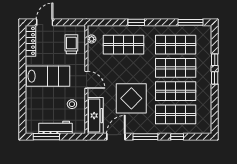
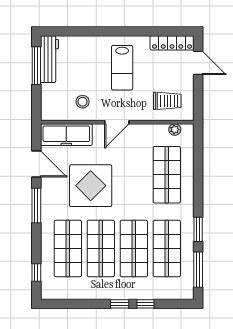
window: (136, 22) -> (198, 229), moved
lab bench: (48, 76) -> (122, 68), width x0.73, depth x0.72
workbench: (55, 127) -> (49, 59), moved
window: (177, 137) -> (36, 272), moved

